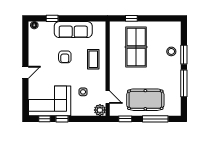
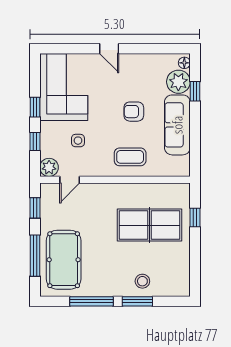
plant: (46, 29) -> (178, 82), added
pool table: (145, 100) -> (64, 260), moved
window: (45, 119) -> (35, 142), moved

